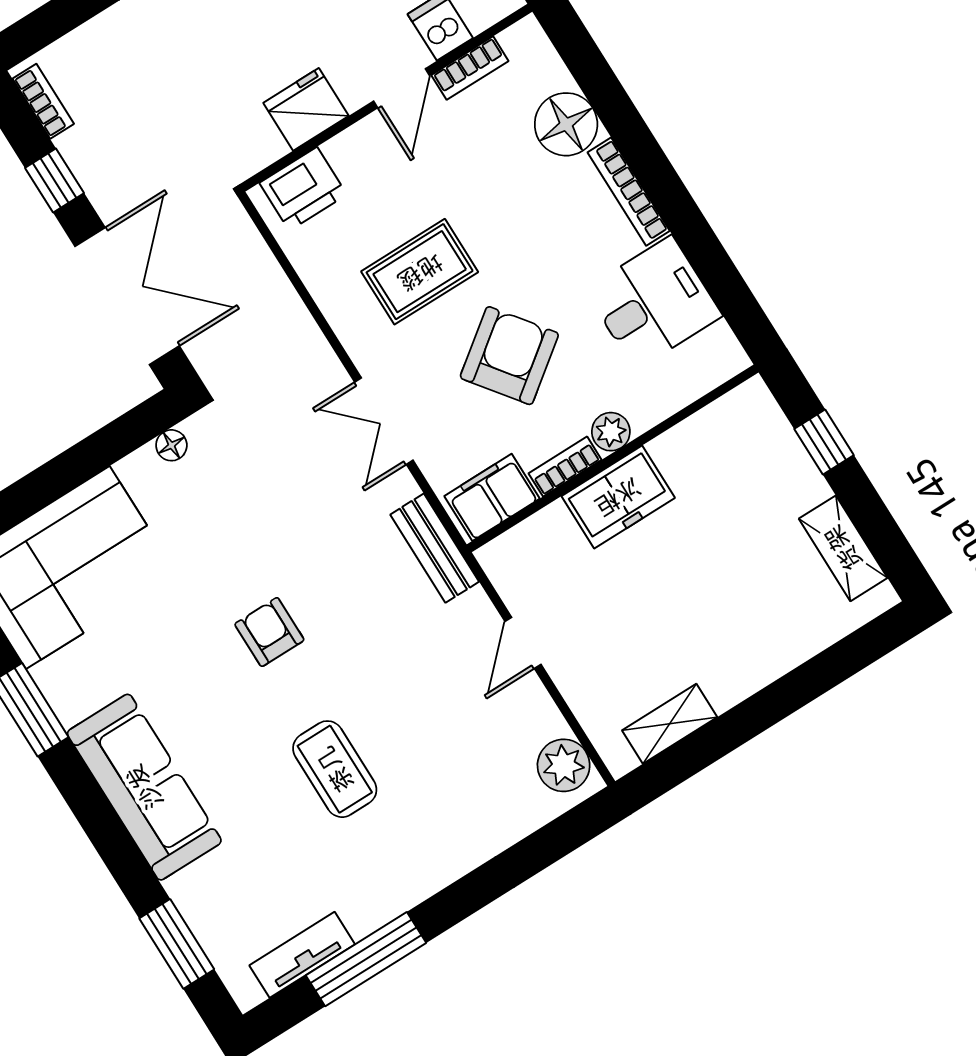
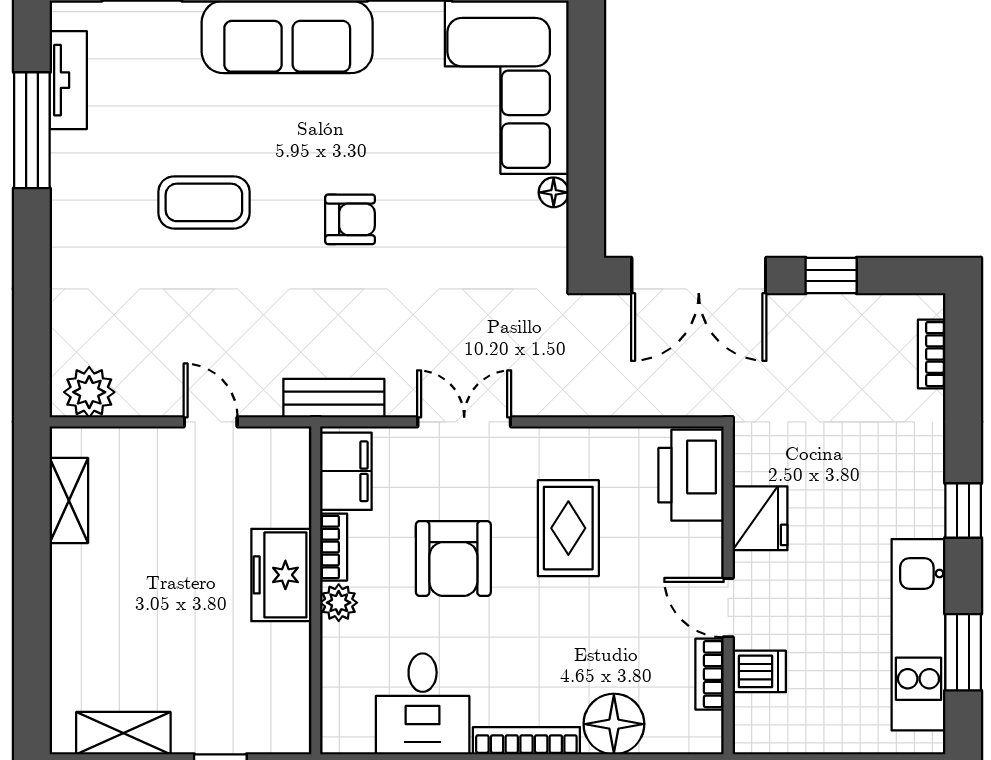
bookcase: (43, 101) -> (932, 354), moved, turned 90
printer: (303, 189) -> (691, 475), width x1.37, depth x1.19
armchair: (509, 356) -> (453, 559), turned 37
floor lamp: (171, 445) -> (554, 192), moved

